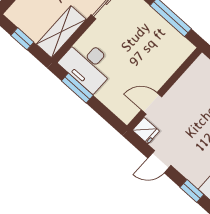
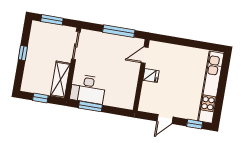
door: (151, 103) -> (145, 55), moved
fridge: (146, 131) -> (151, 75), moved

